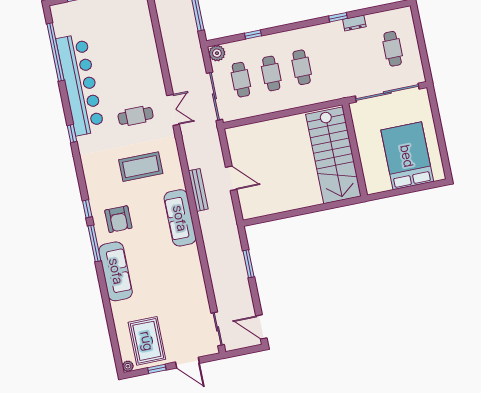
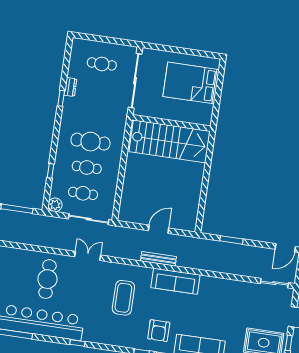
cafe table: (302, 67) -> (91, 142), width x1.37, depth x1.35
cafe table: (136, 116) -> (47, 279), moved, width x1.37, depth x1.35
armchair: (118, 219) -> (159, 331), turned 90

